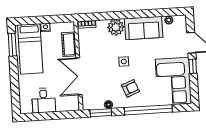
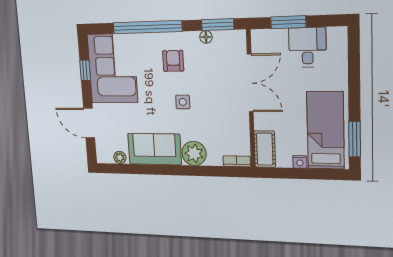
cot: (69, 44) -> (265, 149), moved
window: (193, 66) -> (85, 70), moved
armchair: (130, 88) -> (173, 61), turned 112
window: (56, 115) -> (288, 22), added

